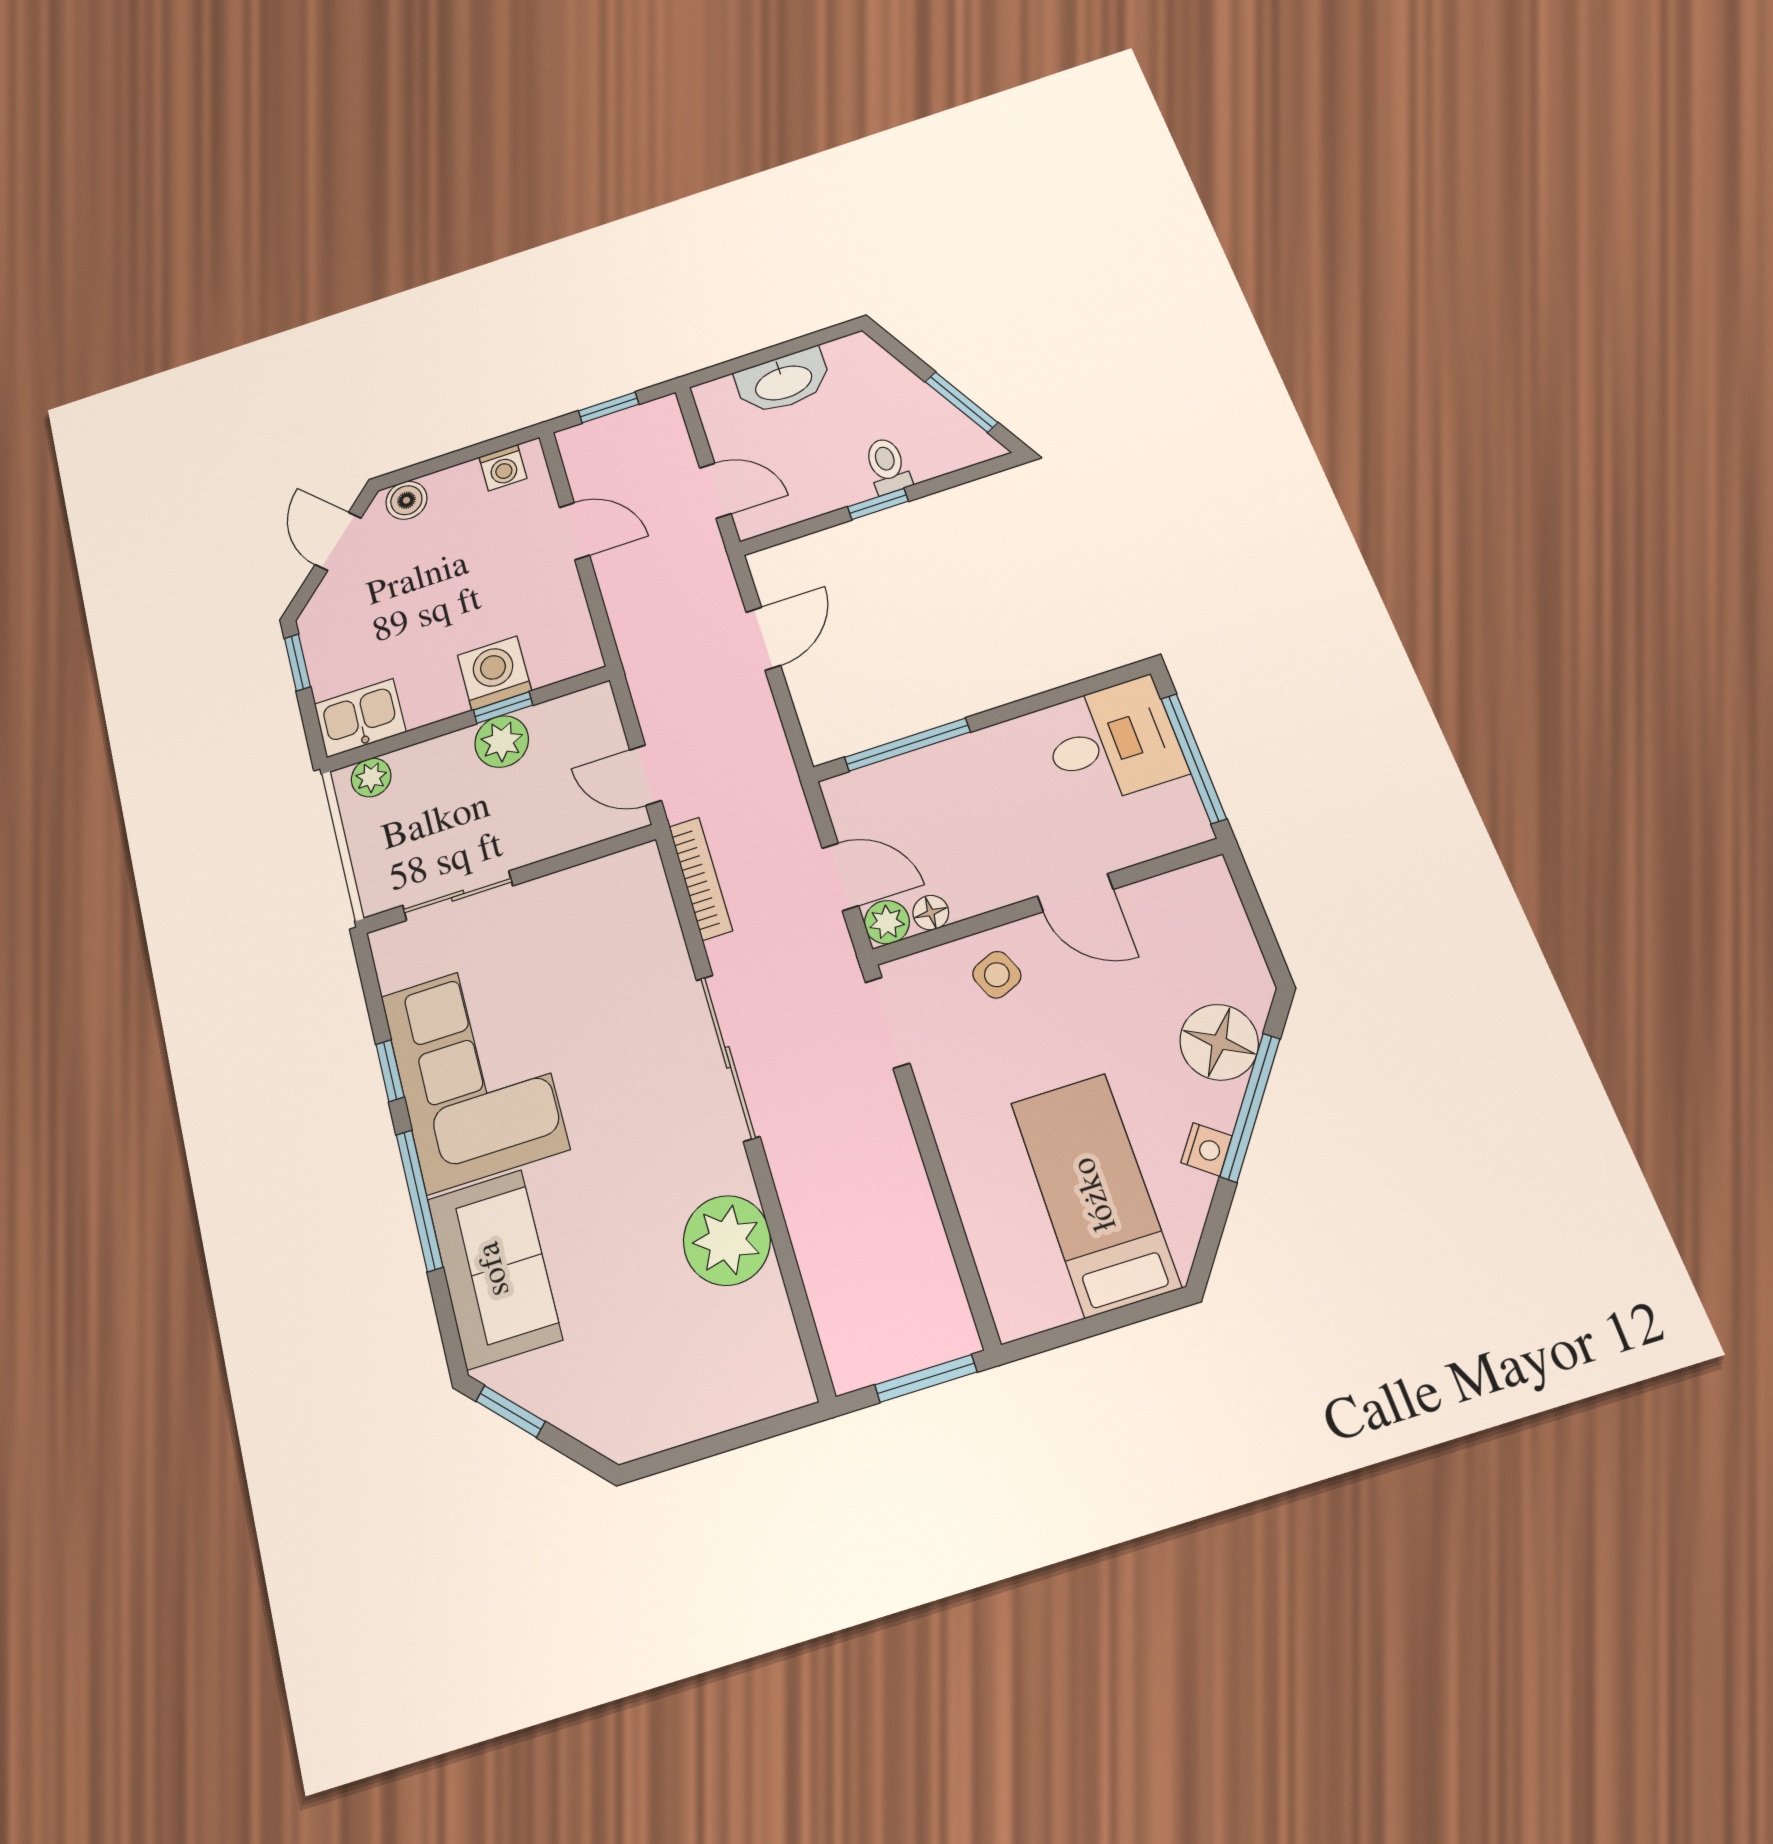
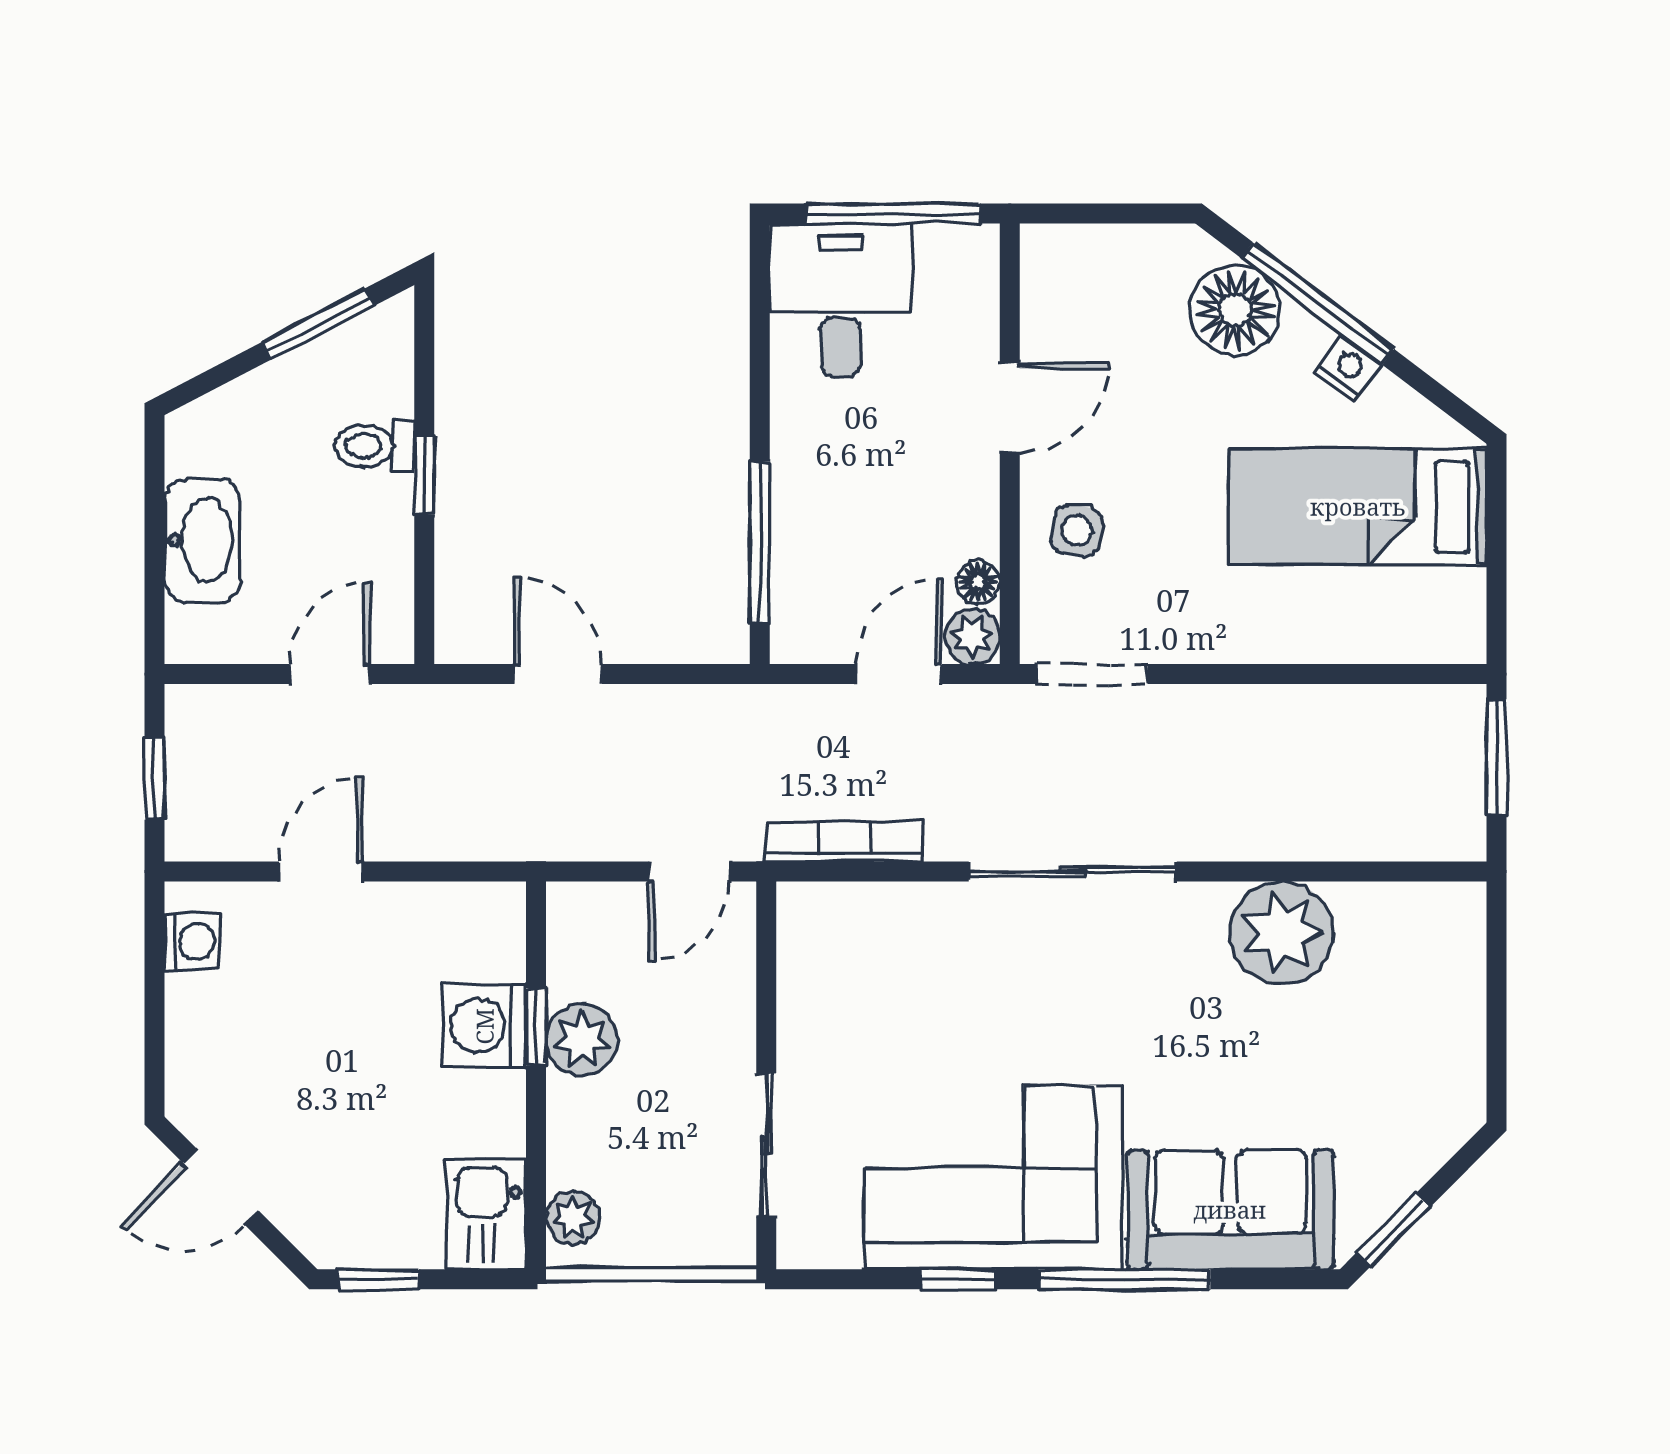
boiler: (406, 500) -> (193, 1082), removed
side table: (997, 975) -> (1077, 531), turned 33

